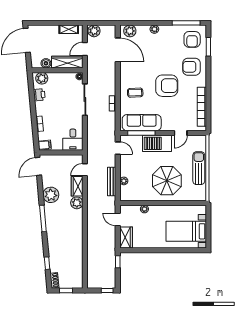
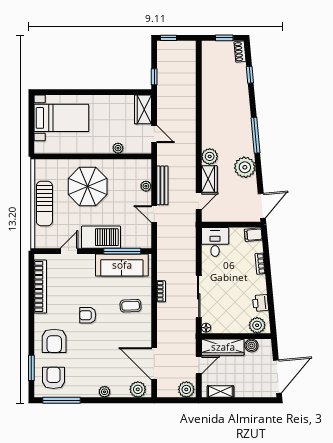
armchair: (192, 67) -> (54, 341), turned 90
armchair: (167, 86) -> (88, 315), width x0.53, depth x0.53
door: (118, 148) -> (154, 214), moved

